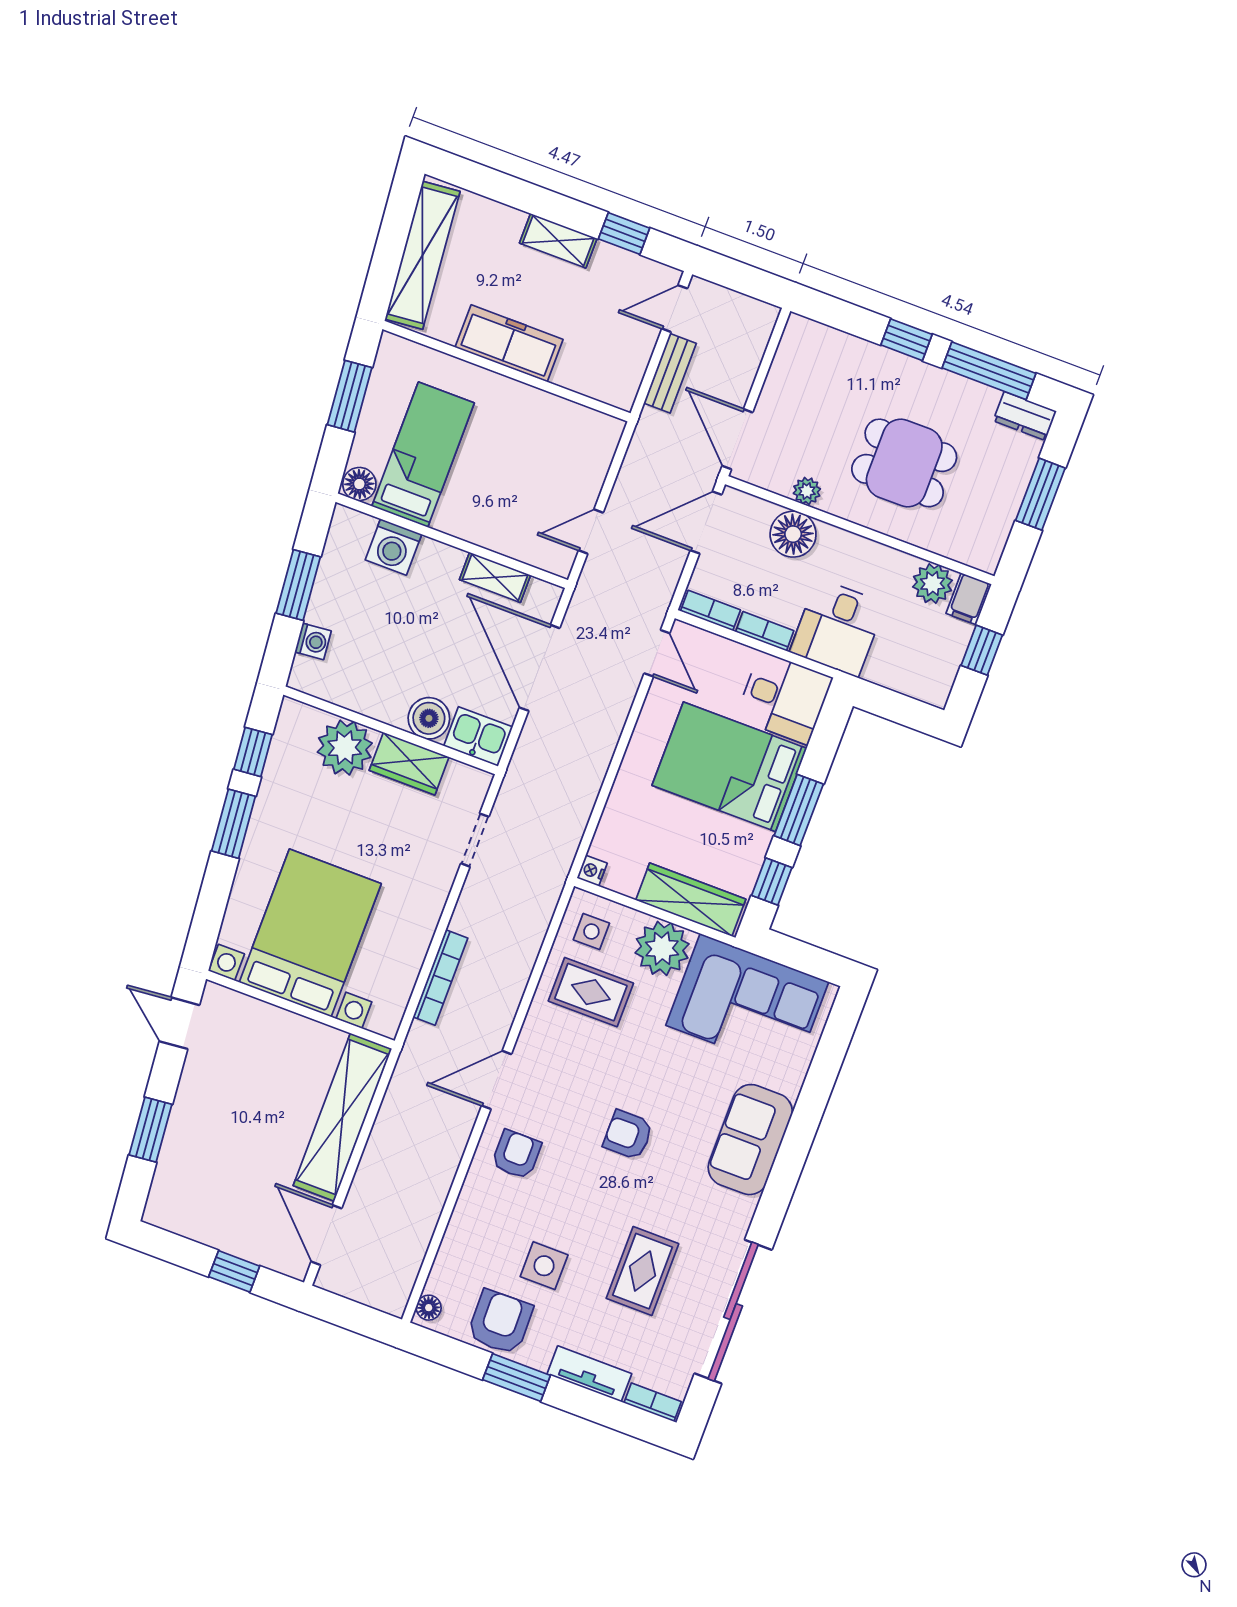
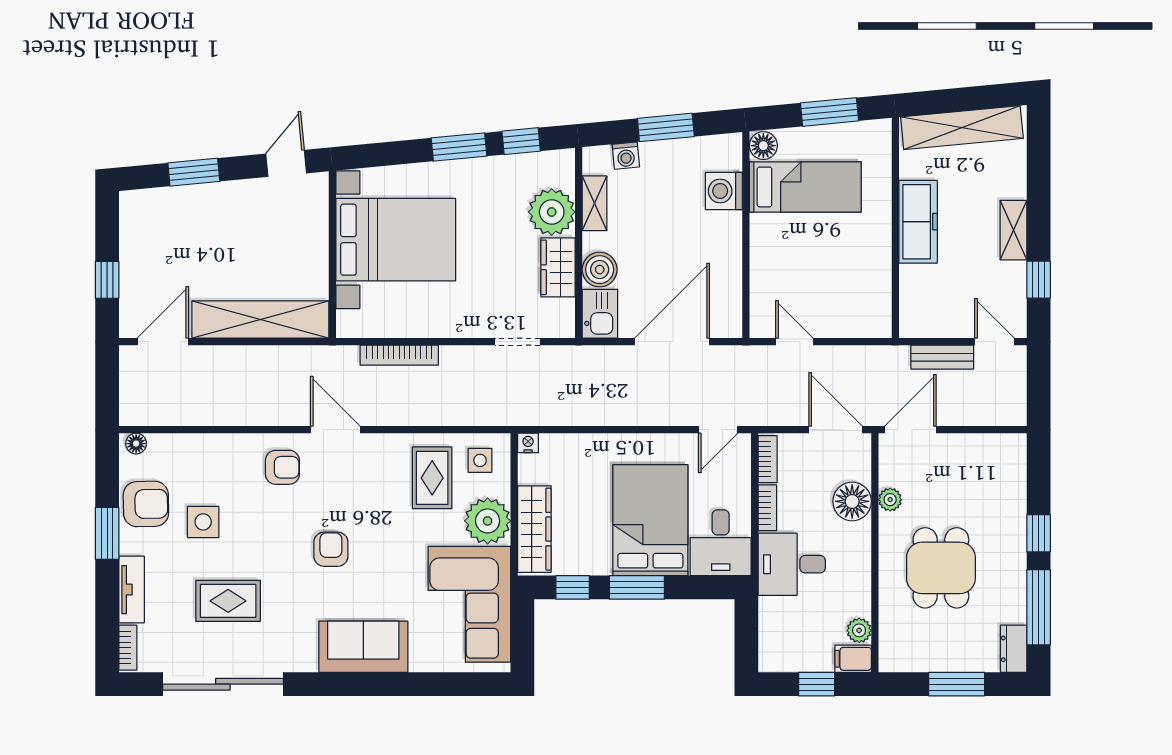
shelving: (495, 577) -> (595, 203), moved
plant: (933, 584) -> (859, 630), width x0.73, depth x0.73

